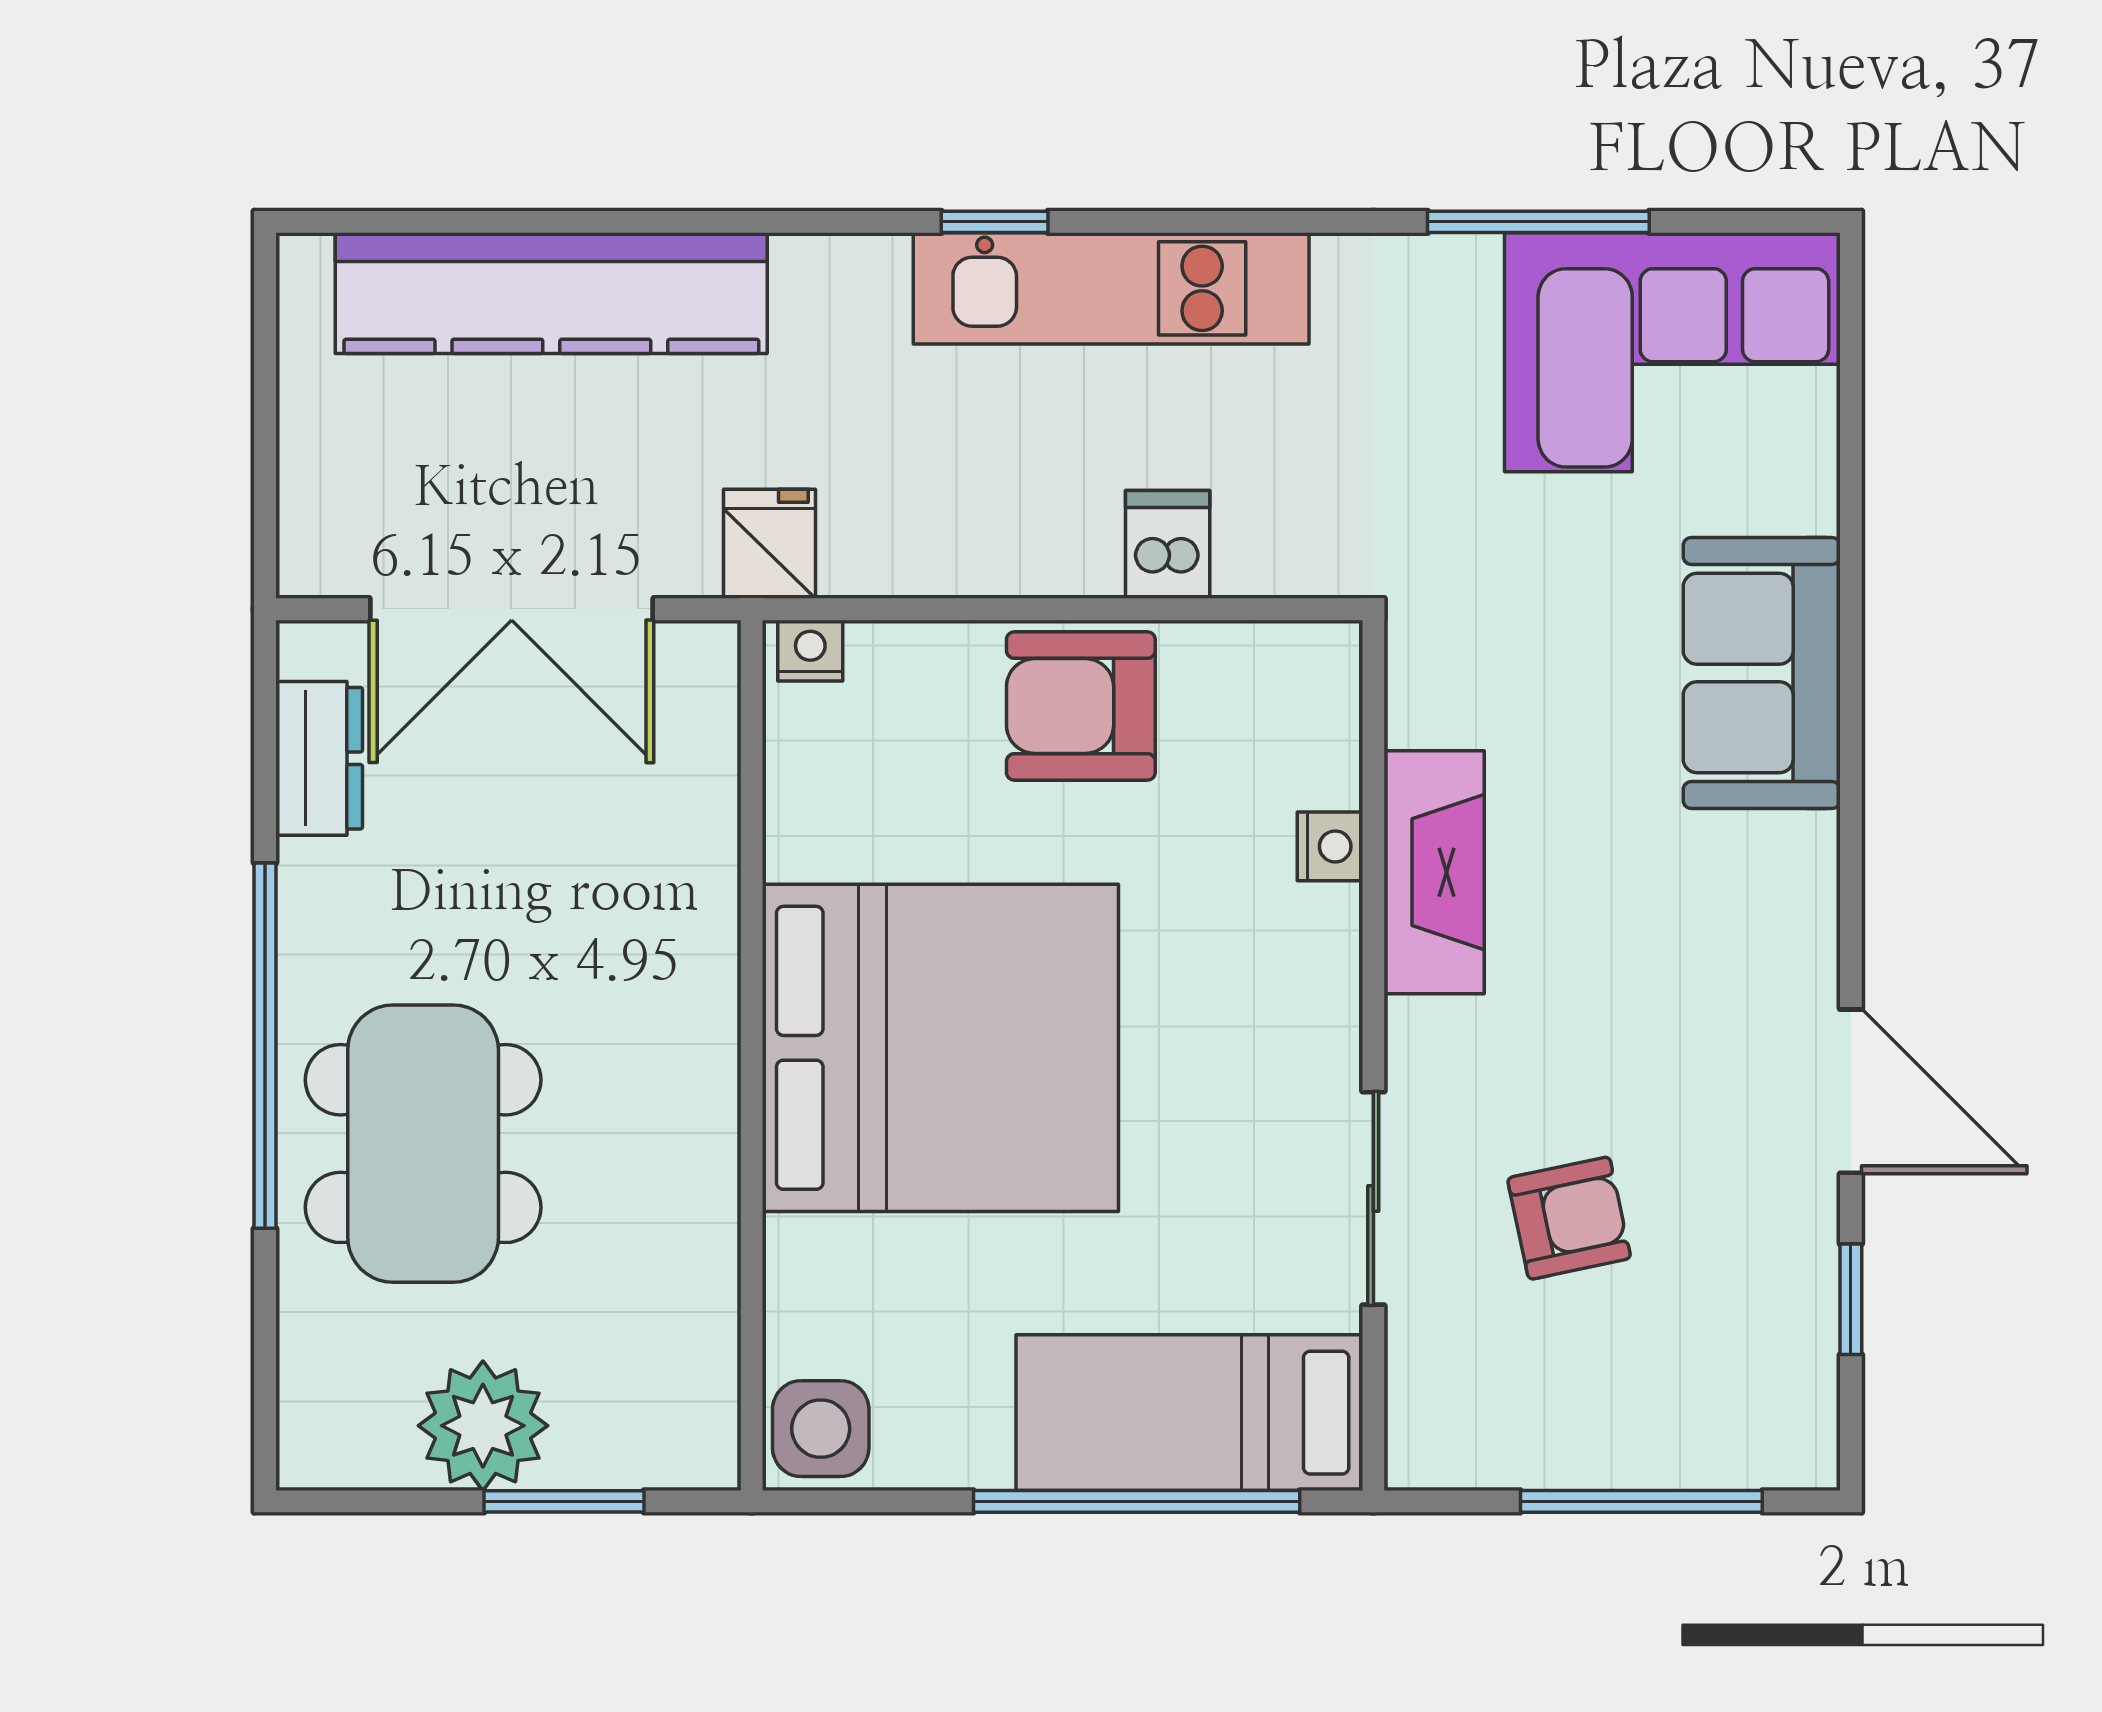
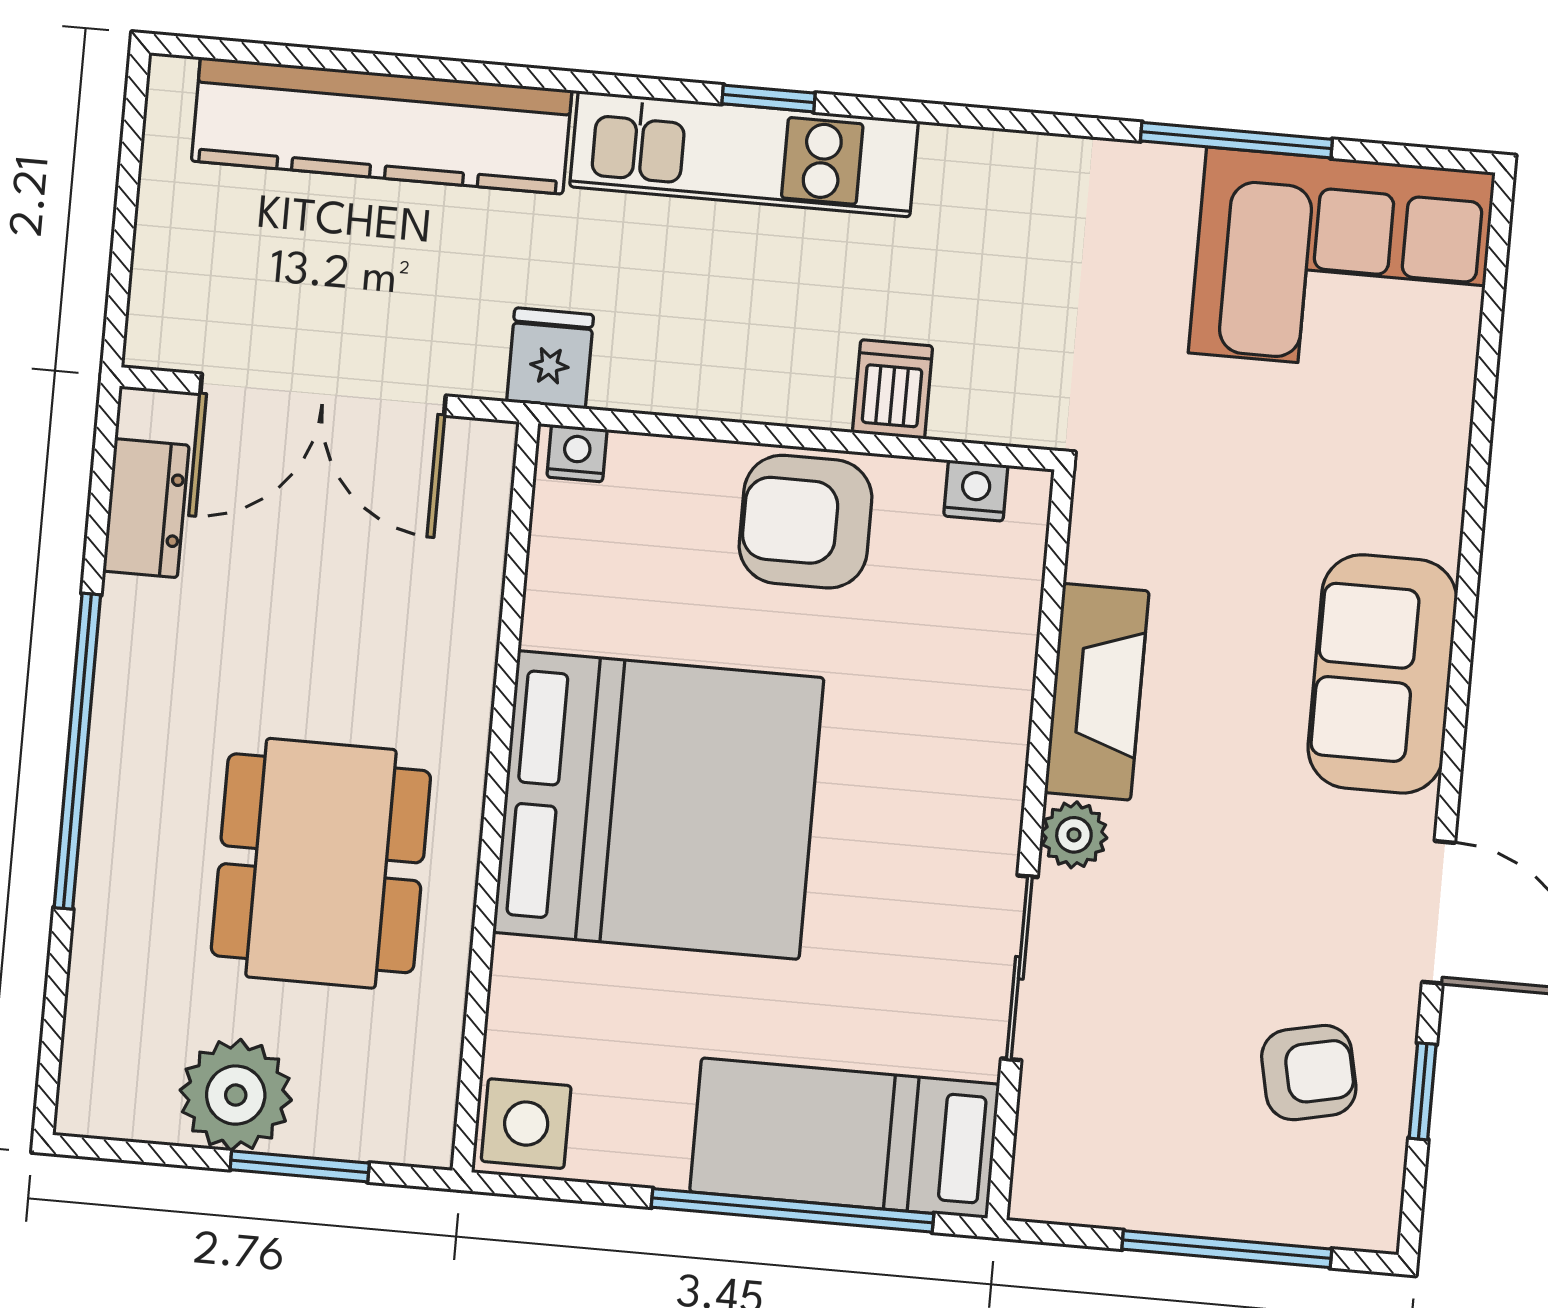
kitchen unit: (1111, 288) -> (744, 154), moved
sofa: (1762, 673) -> (1382, 674), moved
nightstand: (1330, 846) -> (976, 491), moved, turned -90
plant: (1423, 1039) -> (1074, 835), added
dining table: (423, 1144) -> (321, 863), moved
armchair: (1569, 1218) -> (1309, 1073), moved

